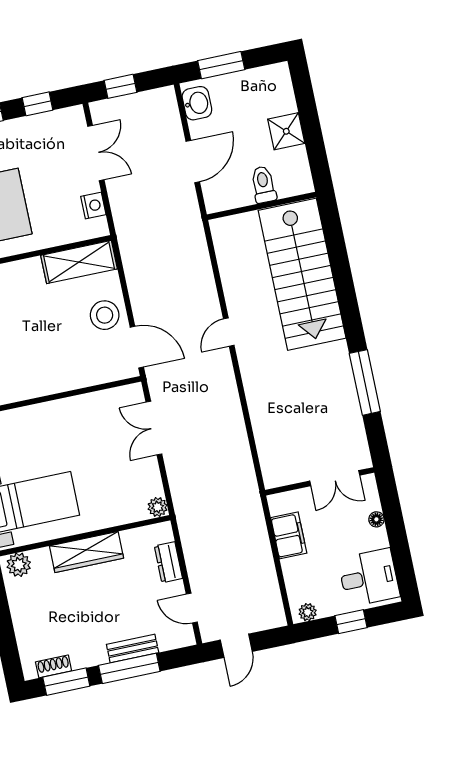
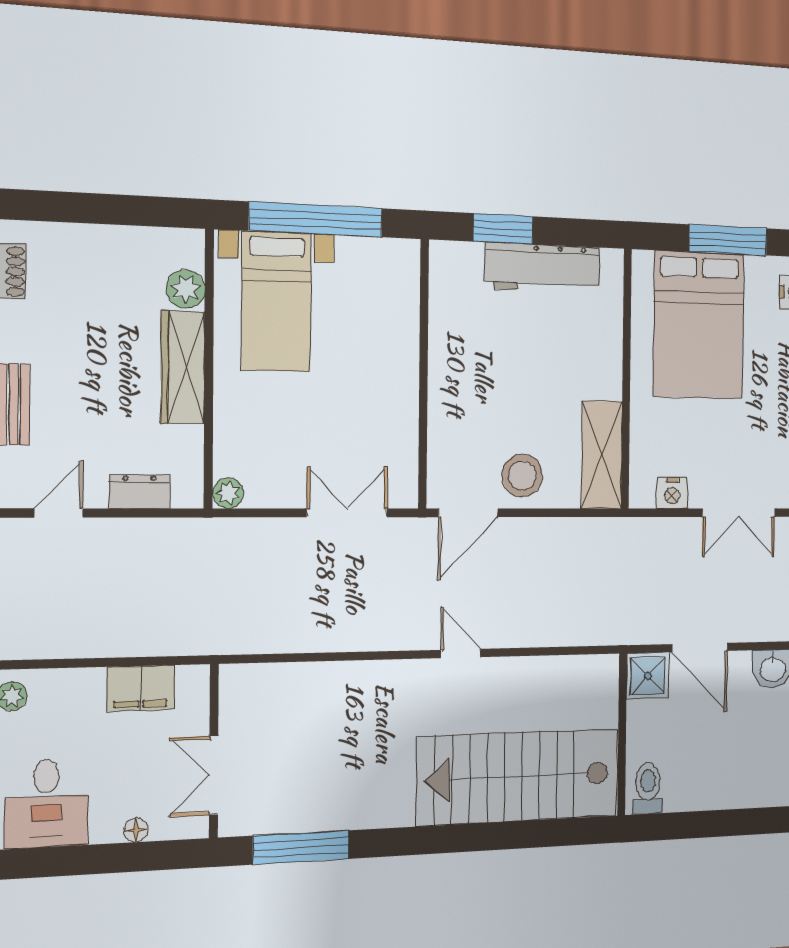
shower: (286, 131) -> (648, 676), moved
toilet: (263, 185) -> (648, 788), moved, turned -90
window: (365, 382) -> (301, 847), moved
plant: (19, 565) -> (186, 289), moved

